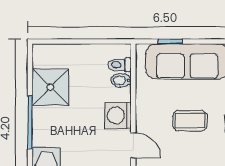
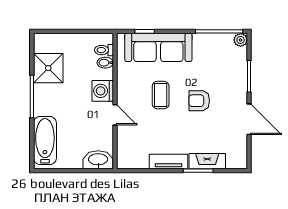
coffee table: (190, 121) -> (161, 95), turned 90

